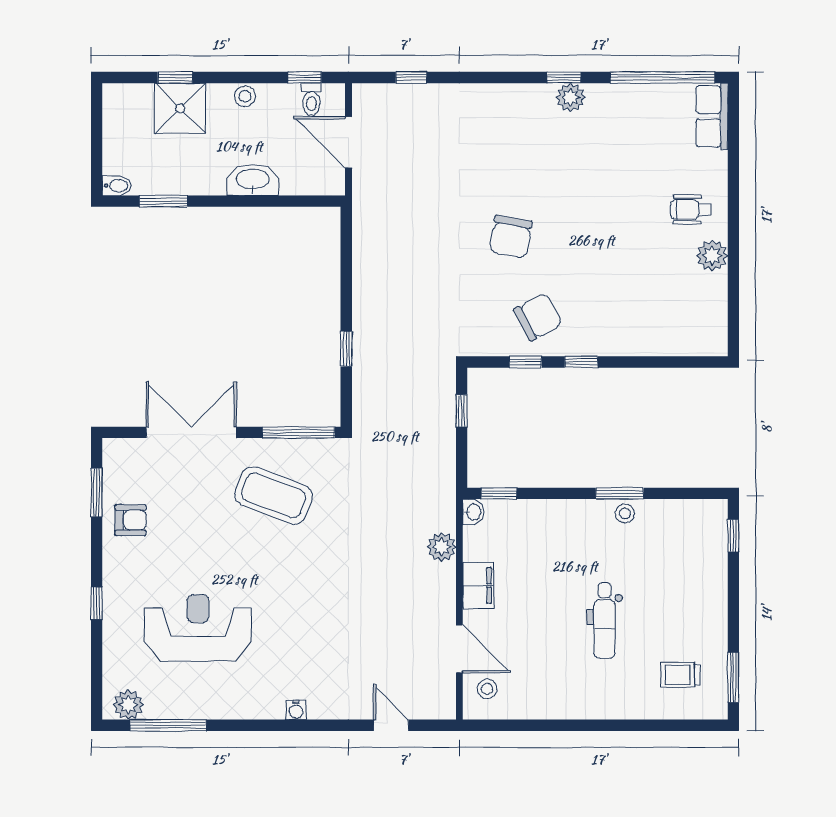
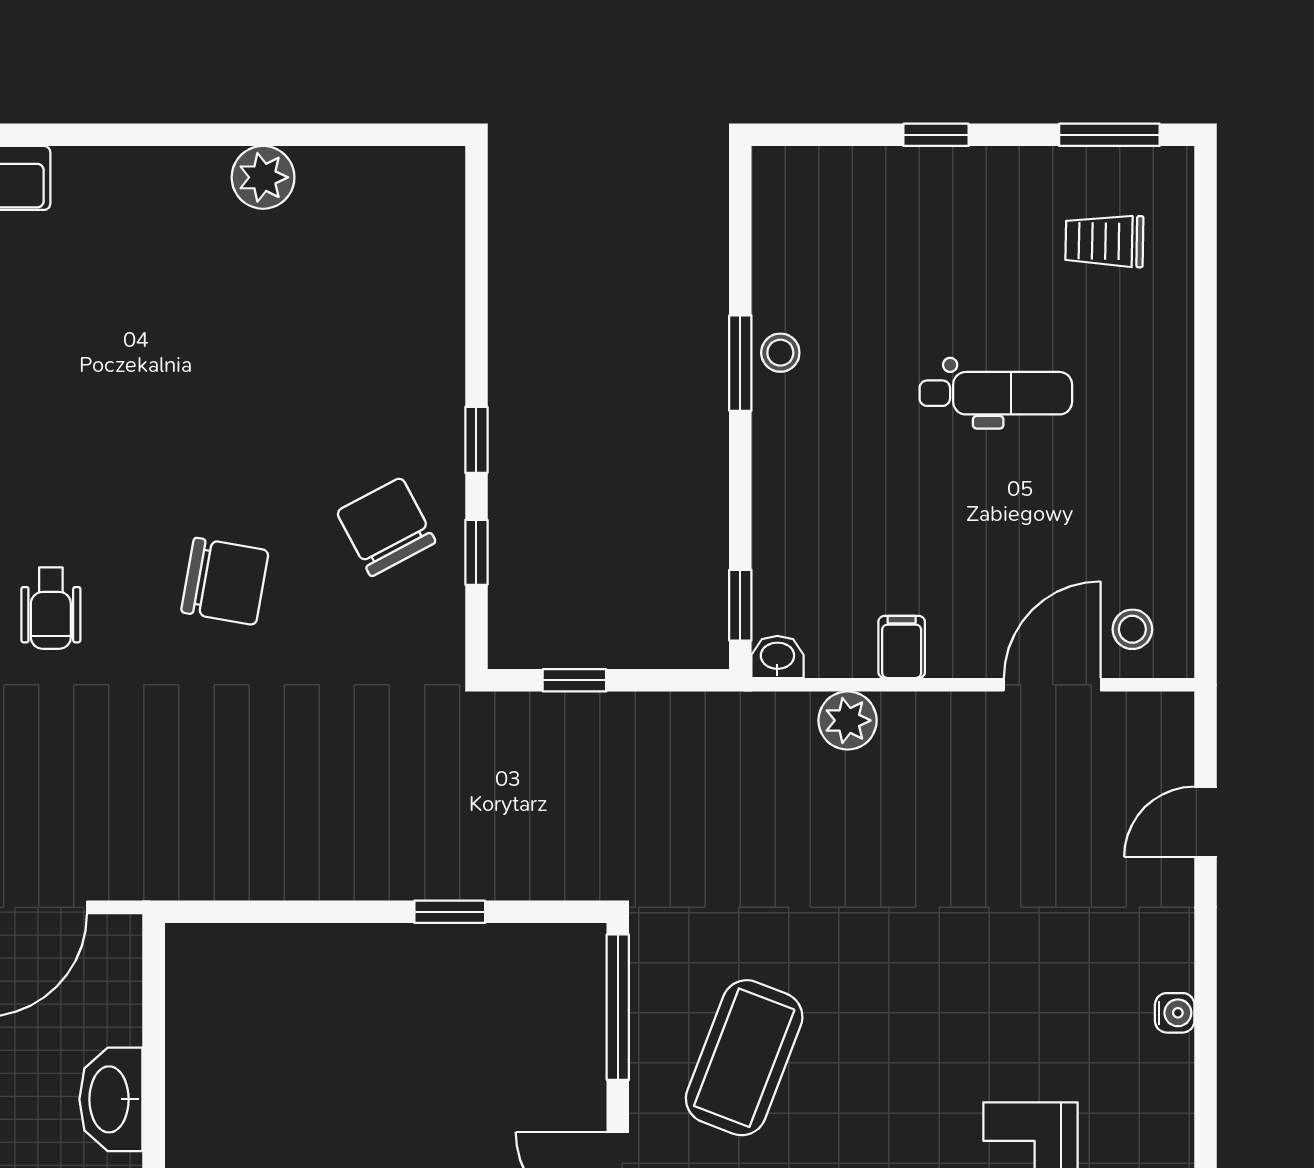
wheelchair: (691, 210) -> (51, 608), moved
window: (733, 535) -> (936, 135), moved
filing cabinet: (478, 585) -> (902, 647), width x0.50
trolley: (680, 675) -> (1104, 241), turned 91

